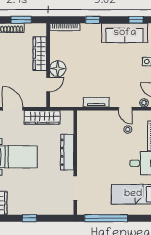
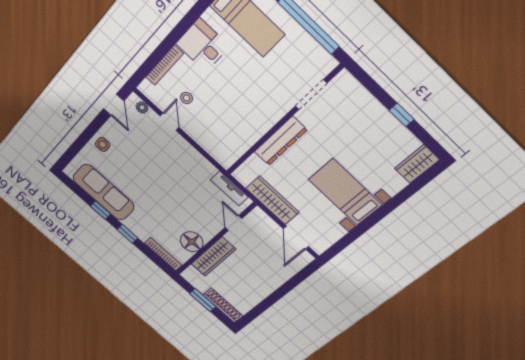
window: (136, 20) -> (100, 210), moved
floor lamp: (58, 69) -> (192, 242), moved
door: (48, 85) -> (233, 223), hinge flipped
tv unit: (96, 102) -> (229, 188), moved

